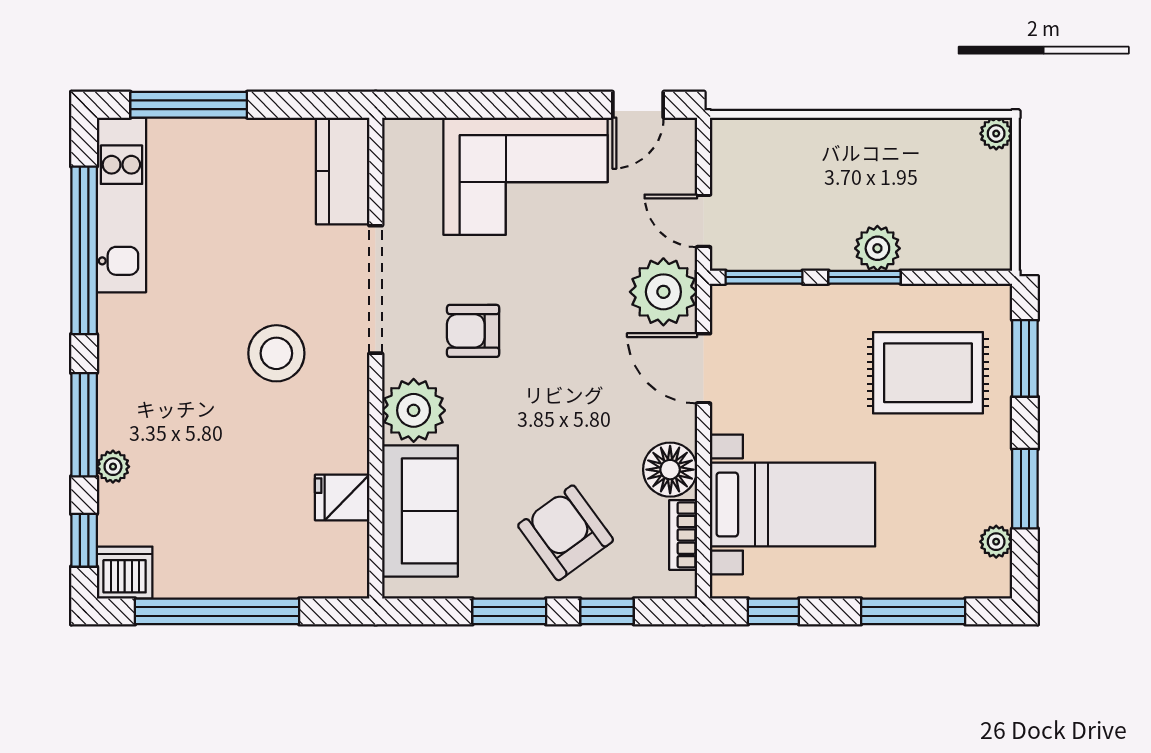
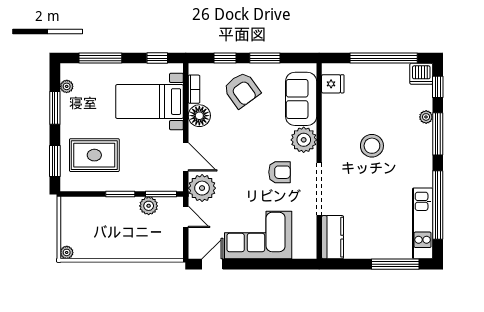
plant: (877, 248) -> (149, 206), moved
stool: (276, 353) -> (372, 146), moved
fridge: (342, 498) -> (333, 84), moved

